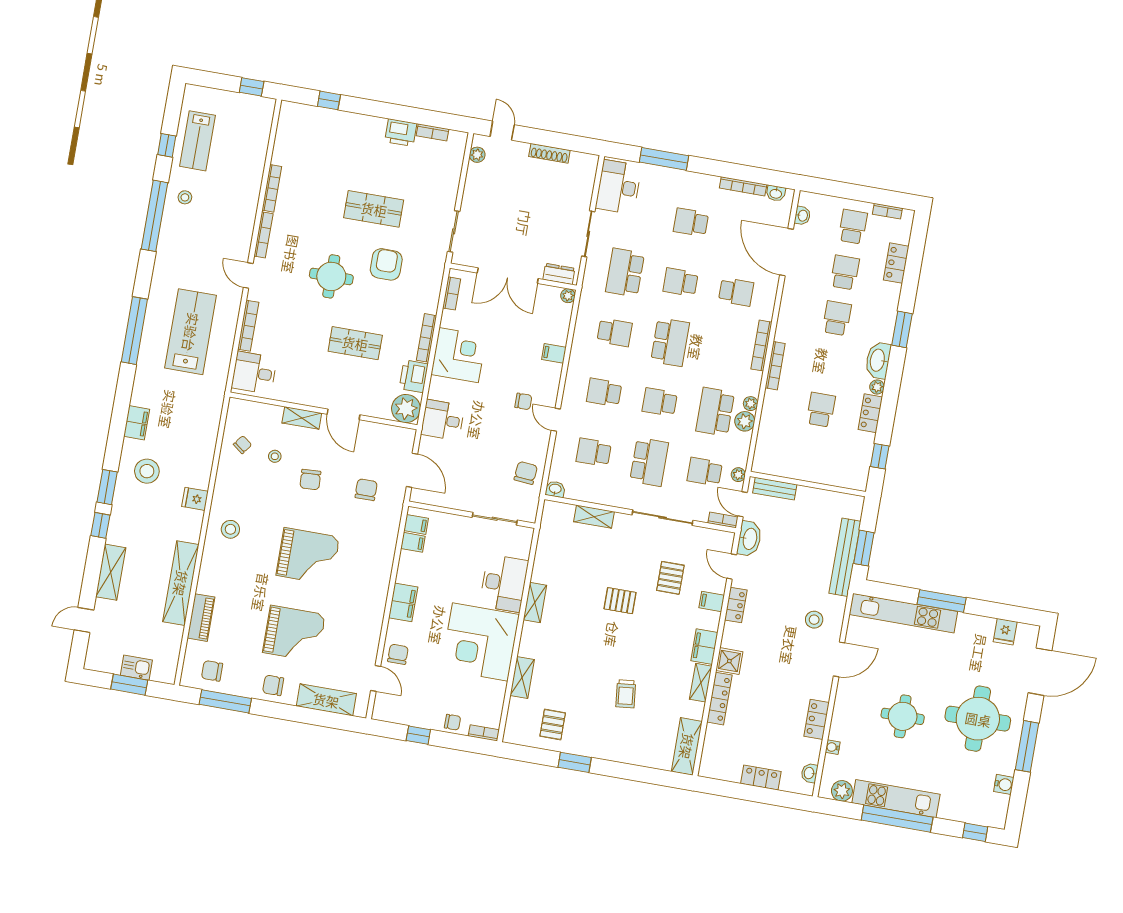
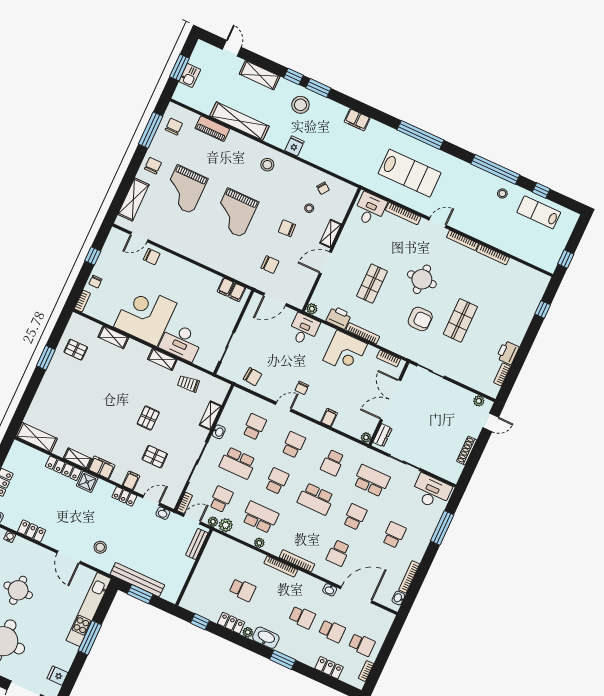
washbasin: (802, 216) -> (330, 590), moved
plant: (406, 409) -> (312, 309), width x0.53, depth x0.53
plant: (745, 421) -> (226, 525), moved
stool: (147, 471) -> (300, 105), moved
washbasin: (555, 489) -> (219, 432), moved
washbasin: (749, 539) -> (163, 513), width x0.52, depth x0.69
filing cabinet: (403, 602) -> (186, 270), removed
trolley: (626, 694) -> (188, 384), moved

